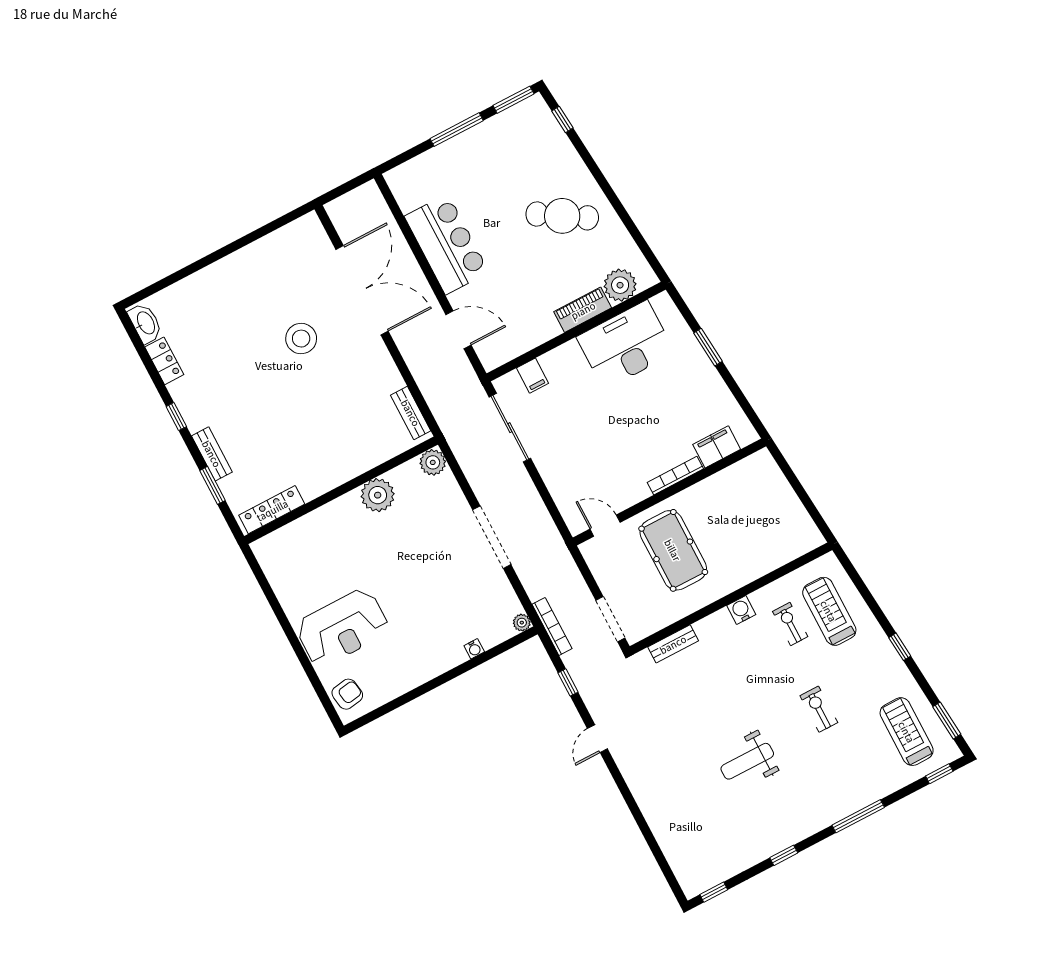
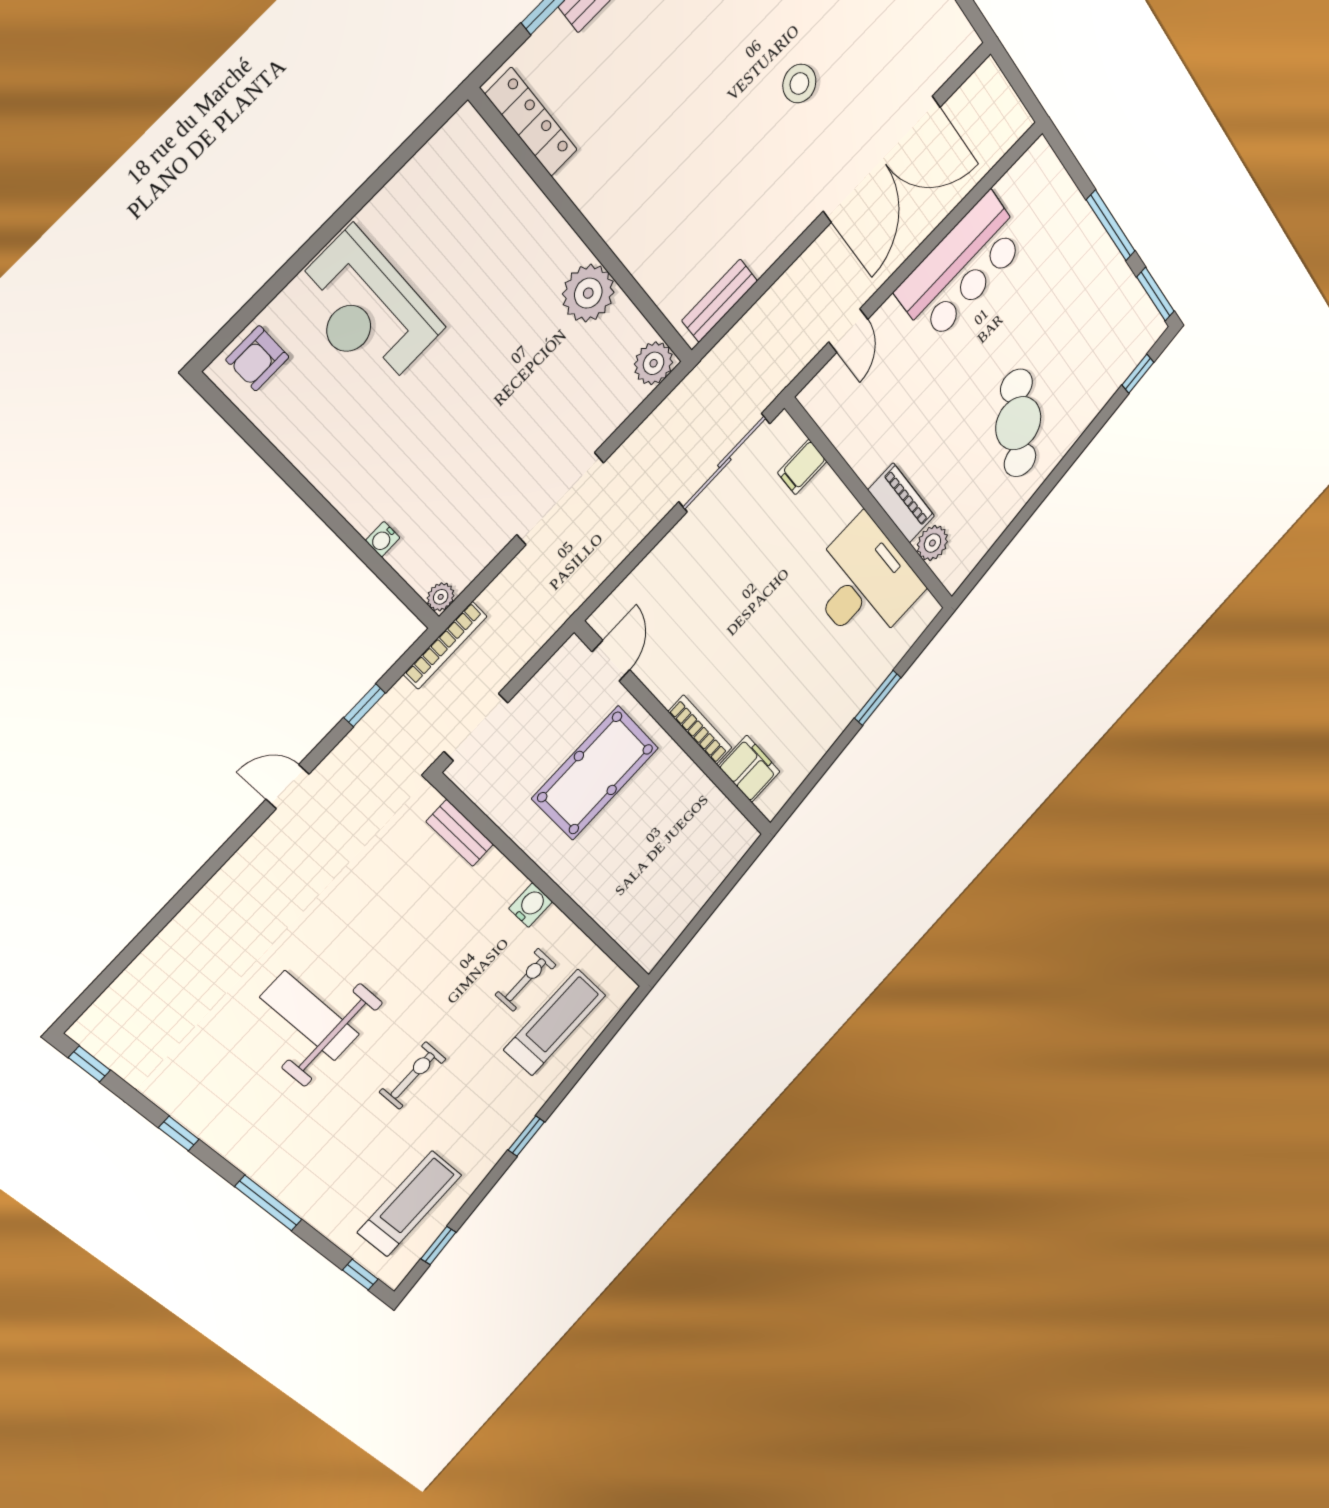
plant: (620, 285) -> (932, 543), width x0.73, depth x0.73
door: (458, 330) -> (848, 331), width x0.73
stool: (301, 339) -> (799, 83), width x0.73, depth x0.73
armchair: (347, 694) -> (257, 358), turned 99
window: (947, 720) -> (438, 1245), width x0.67
weight bench: (747, 761) -> (310, 1016), width x1.36, depth x1.33

